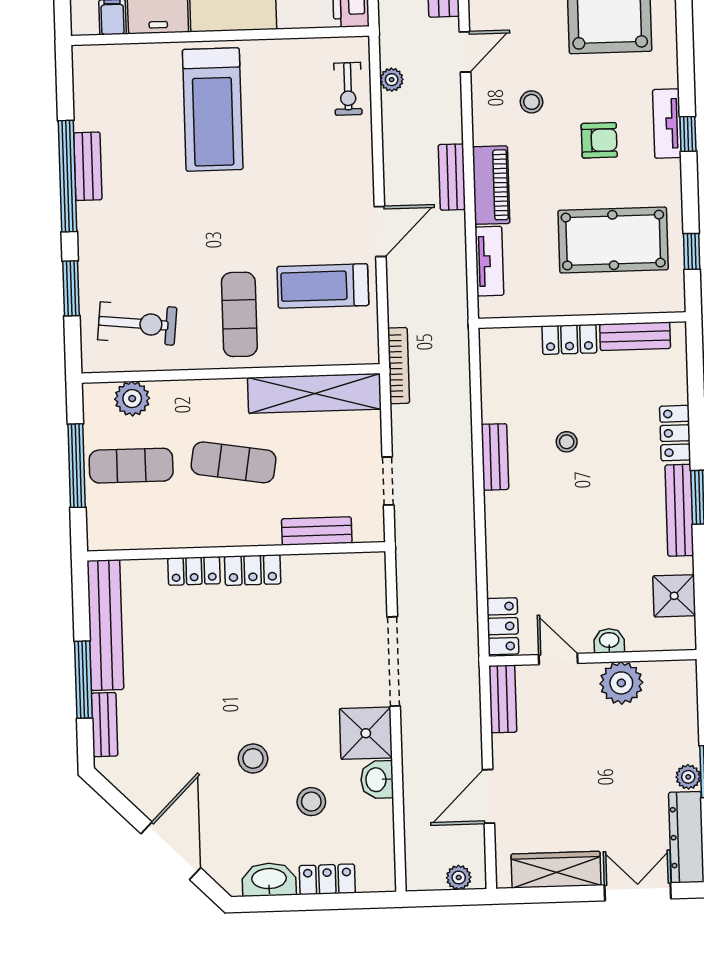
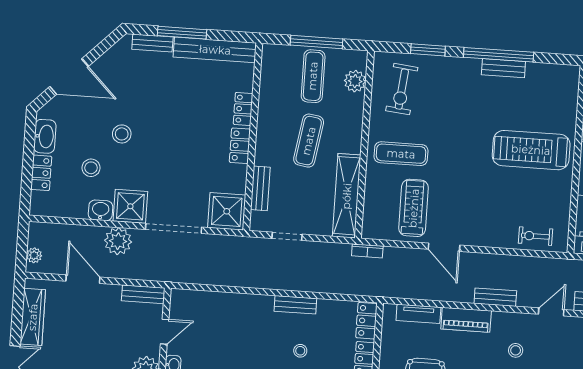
door: (465, 52) -> (551, 312), swing flipped
plant: (392, 80) -> (118, 241), moved, width x1.88, depth x1.88
bench: (452, 177) -> (495, 297), moved
bookcase: (399, 366) -> (367, 251), width x0.64
shower: (358, 580) -> (227, 211), added
locker: (503, 626) -> (366, 321), moved, turned 90

